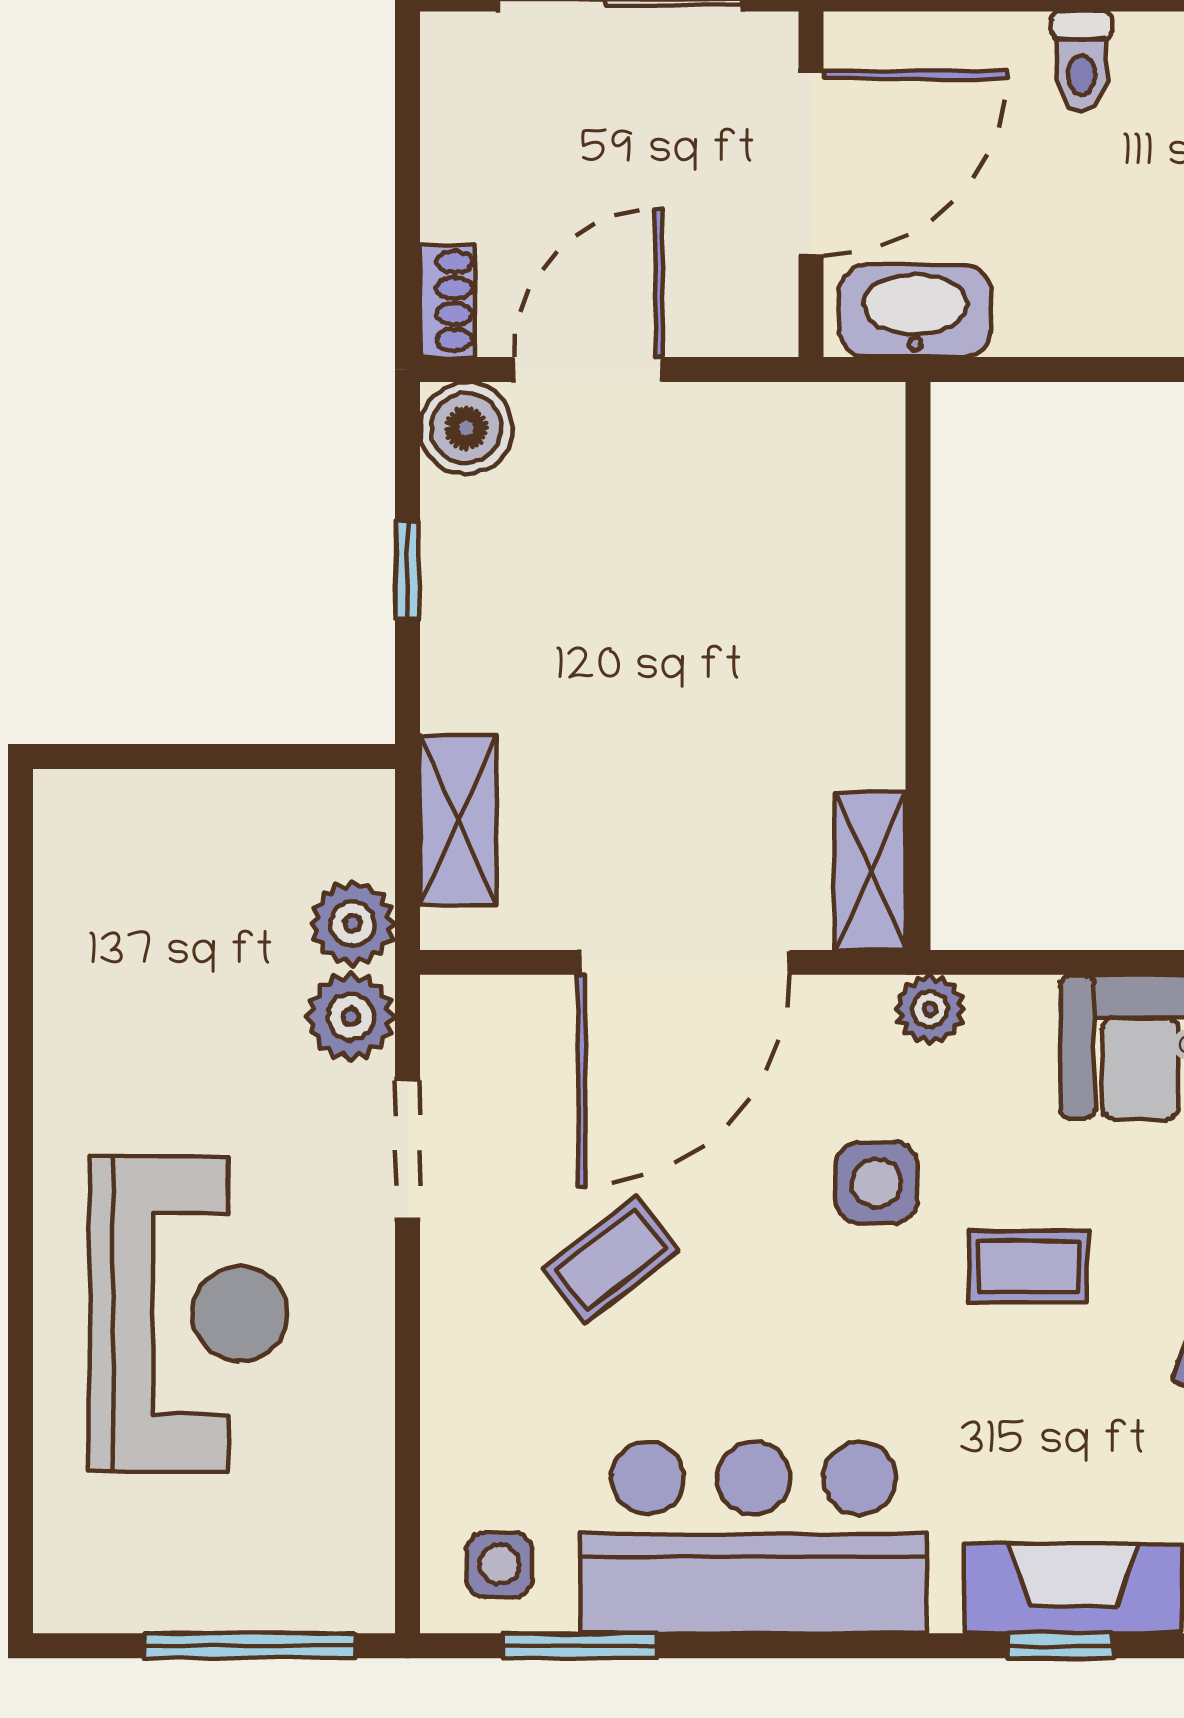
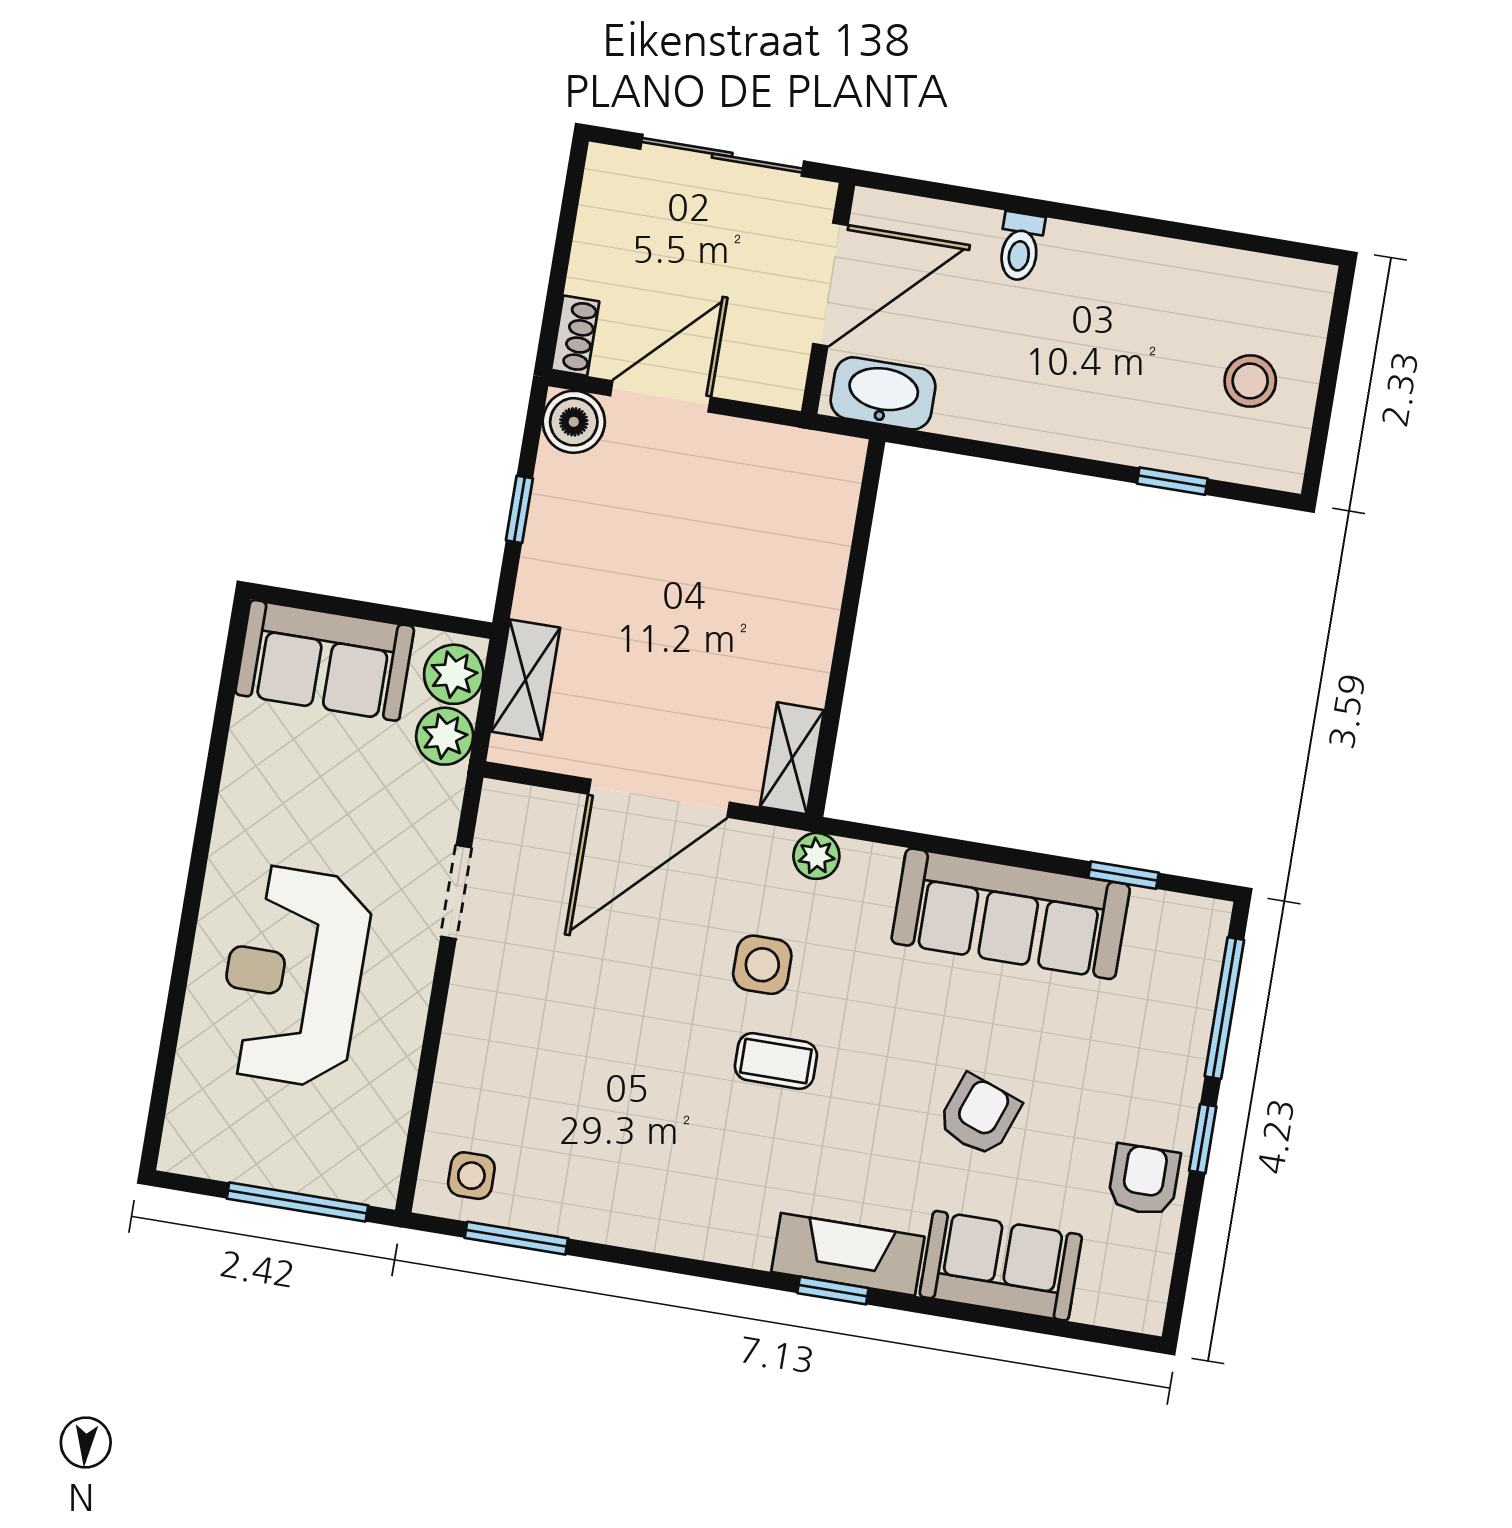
sofa: (157, 841) -> (325, 660), added
plant: (351, 1017) -> (454, 674), moved
coffee table: (611, 1260) -> (579, 987), removed
coffee table: (1029, 1266) -> (776, 1061), moved
reception desk: (188, 1314) -> (294, 976), turned 180
bar counter: (753, 1538) -> (642, 1186), removed

